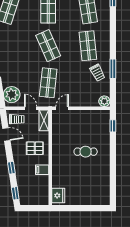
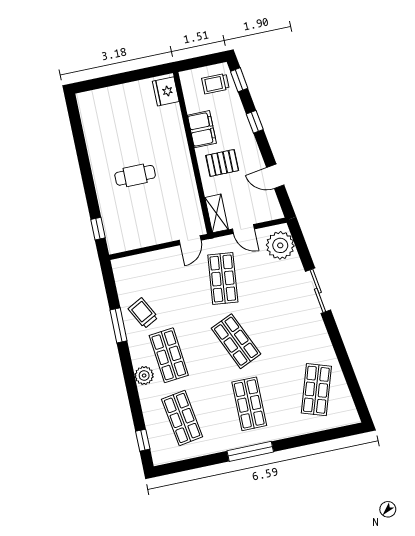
plant: (104, 101) -> (144, 375), moved
trolley: (17, 119) -> (215, 84), moved
filing cabinet: (42, 170) -> (202, 129), width x2.00

